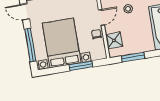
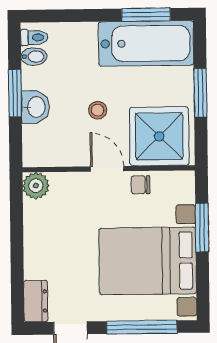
shower: (114, 40) -> (159, 136), width x1.86, depth x1.86
window: (133, 57) -> (200, 93), moved

